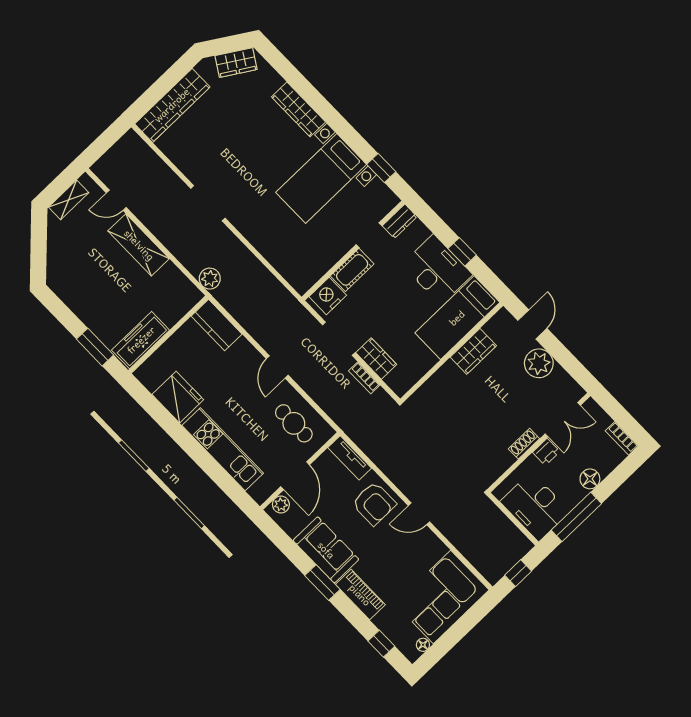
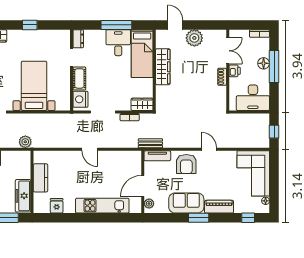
window: (381, 168) -> (30, 25), moved
bed with nightstands: (321, 178) -> (34, 86), moved, turned 180
window: (462, 252) -> (116, 25), width x2.17
desk: (437, 270) -> (118, 43), width x0.73
kitchen counter: (217, 325) -> (41, 178), moved, turned -90
wardrobe: (473, 351) -> (163, 67), width x1.50
wardrobe: (376, 359) -> (142, 104), moved
fridge: (178, 397) -> (57, 206), width x0.53, depth x0.75
cafe table: (294, 423) -> (120, 165), removed
bench: (357, 434) -> (150, 143), added
door: (295, 476) -> (143, 186), swing flipped
armchair: (374, 504) -> (186, 164), turned 90
door: (419, 514) -> (209, 149), swing flipped
window: (576, 517) -> (274, 66), moved

